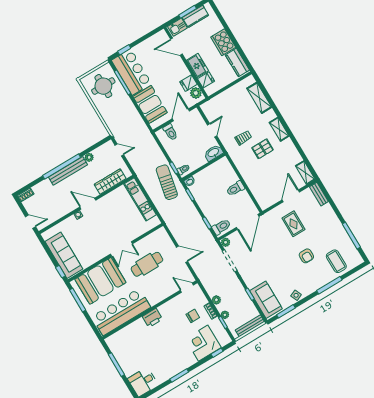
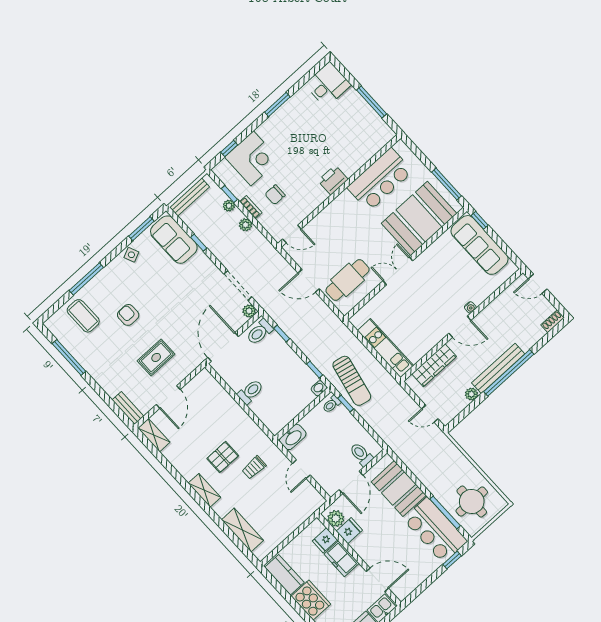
rug: (293, 224) -> (156, 357), turned 90
cafe table: (147, 264) -> (348, 280), moved
bar counter: (121, 312) -> (380, 180), width x0.73

